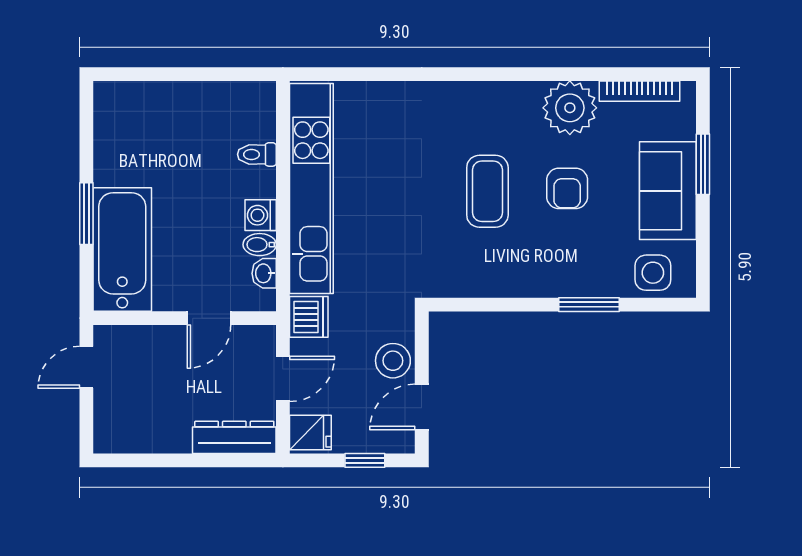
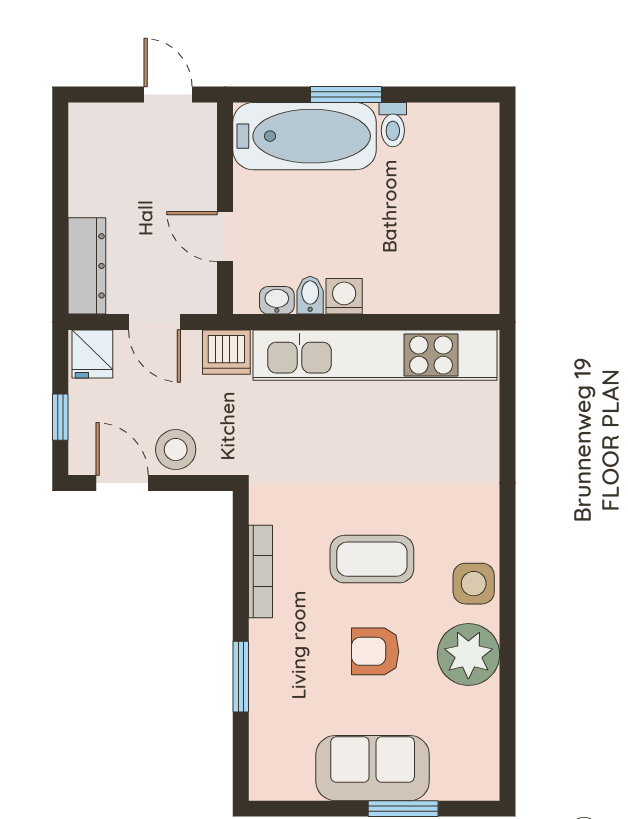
bookcase: (639, 91) -> (260, 571), moved, turned 180
toilet: (257, 154) -> (393, 125), moved, turned 180
side table: (653, 273) -> (474, 584), moved

